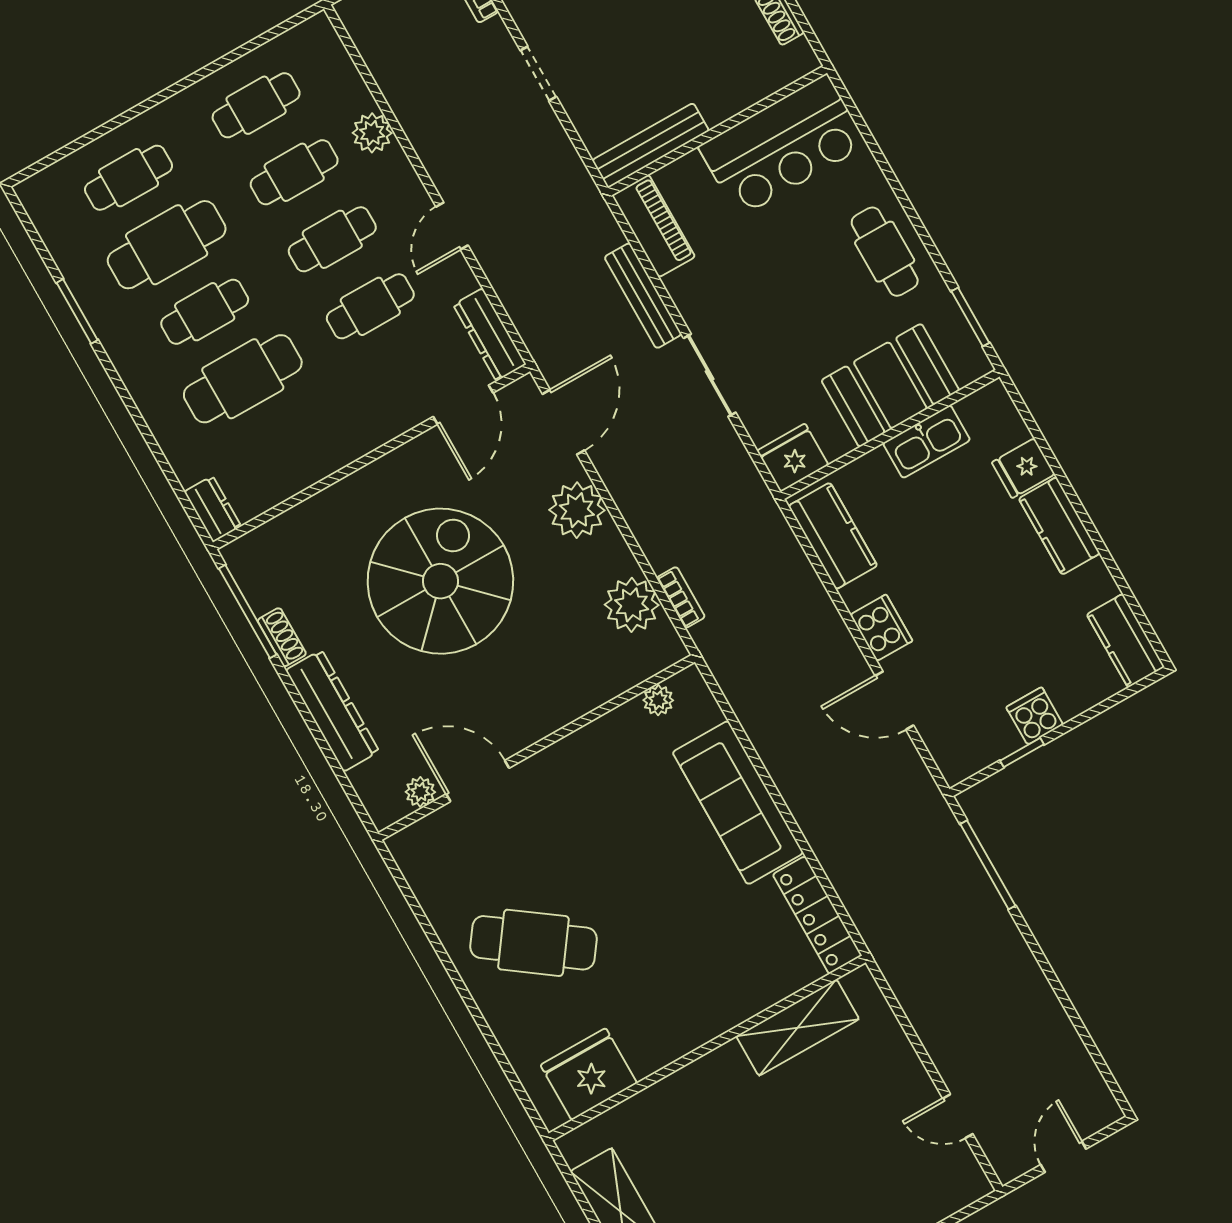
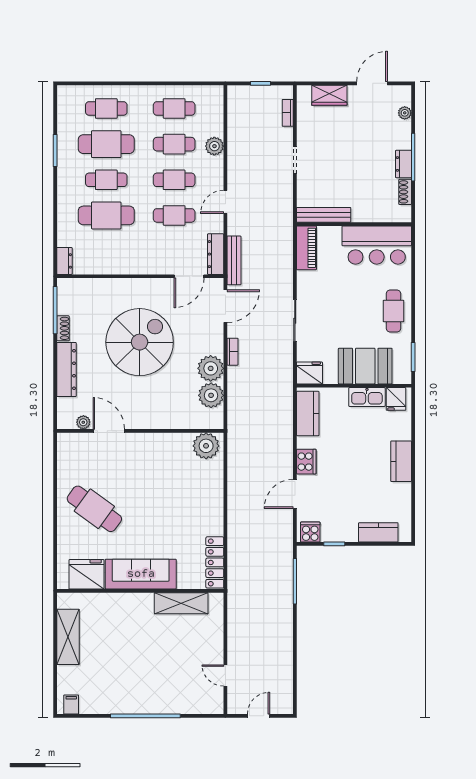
bench: (643, 296) -> (234, 260), moved
fridge: (1023, 468) -> (396, 399), moved, turned -90
plant: (577, 510) -> (211, 368), moved
bookcase: (681, 597) -> (233, 352), moved
kitchen counter: (1126, 641) -> (378, 532), moved, turned 90
plant: (658, 700) -> (206, 446), width x1.88, depth x1.88
door: (894, 701) -> (295, 494), hinge flipped
cooker: (1035, 716) -> (310, 532), moved
sofa: (738, 803) -> (141, 574), moved, turned 90

